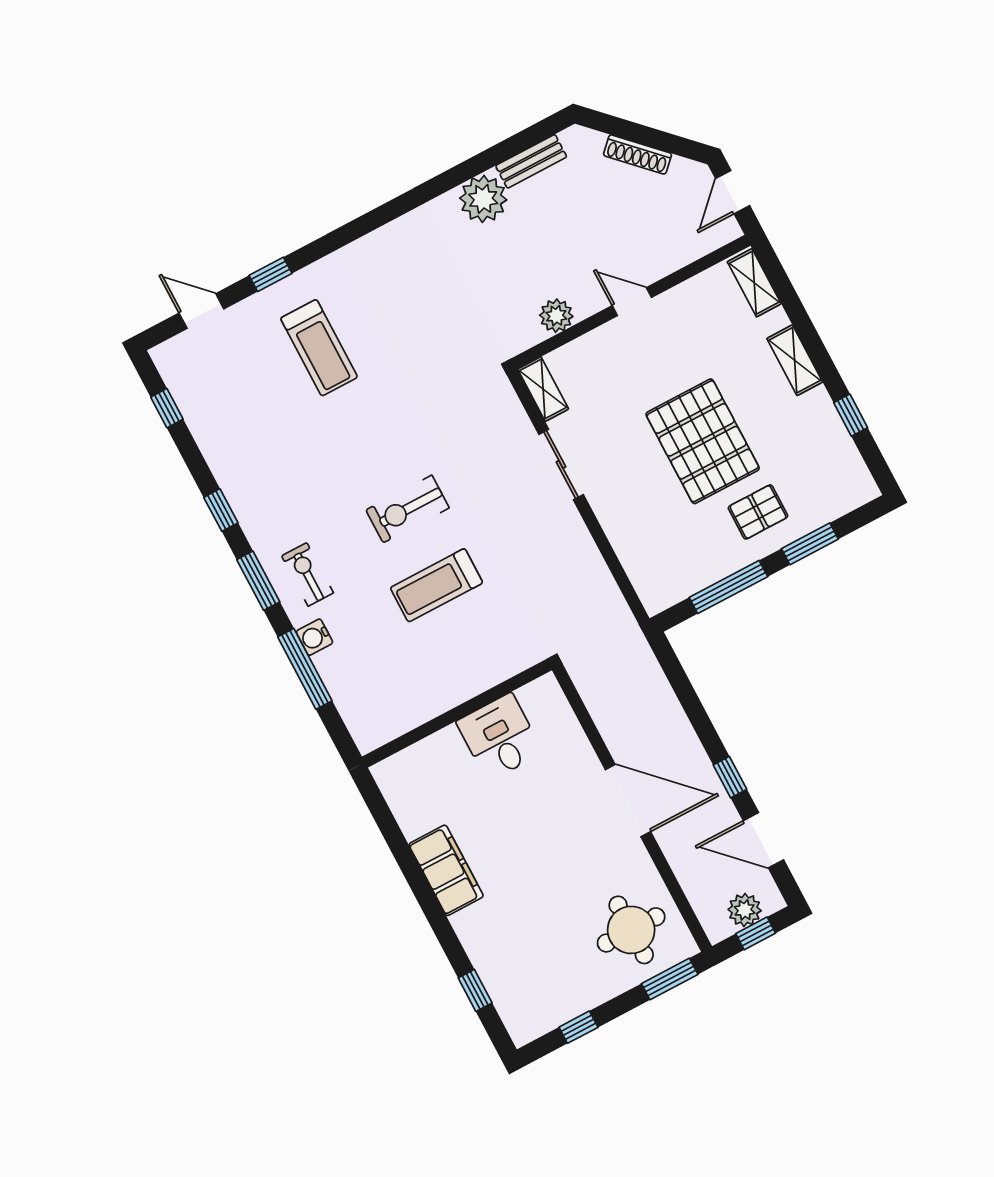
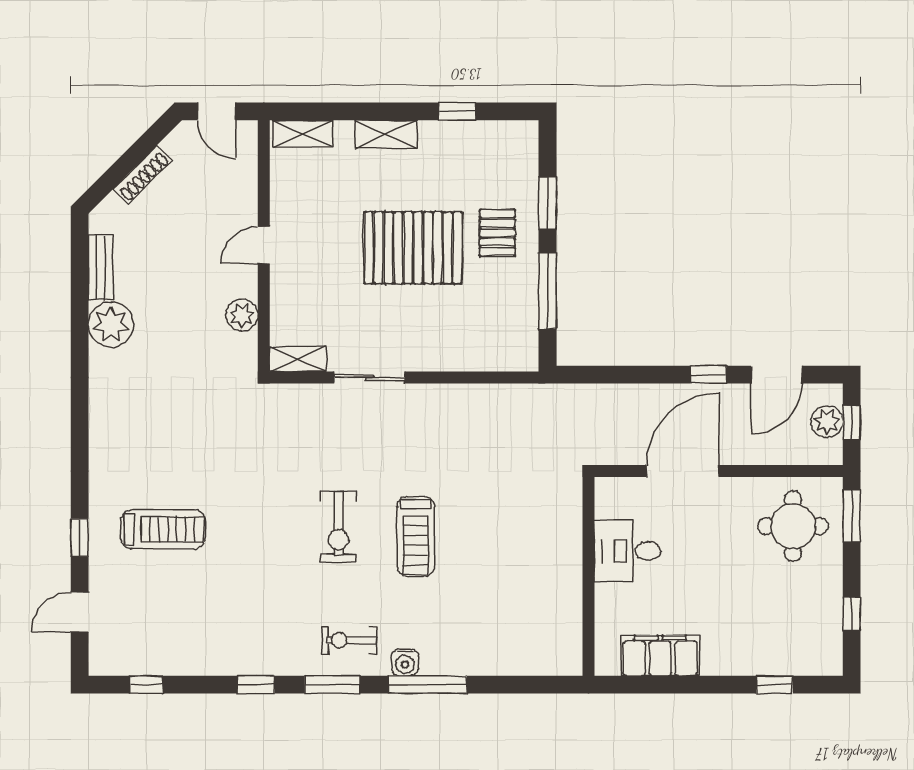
wall: (457, 713) -> (588, 576), moved
desk: (500, 737) -> (627, 551), moved

